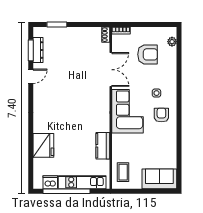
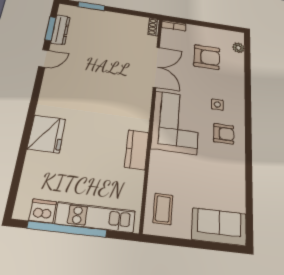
armchair: (161, 115) -> (224, 134), turned 90
fridge: (43, 145) -> (47, 134), moved
kitchen counter: (103, 146) -> (137, 150), moved

